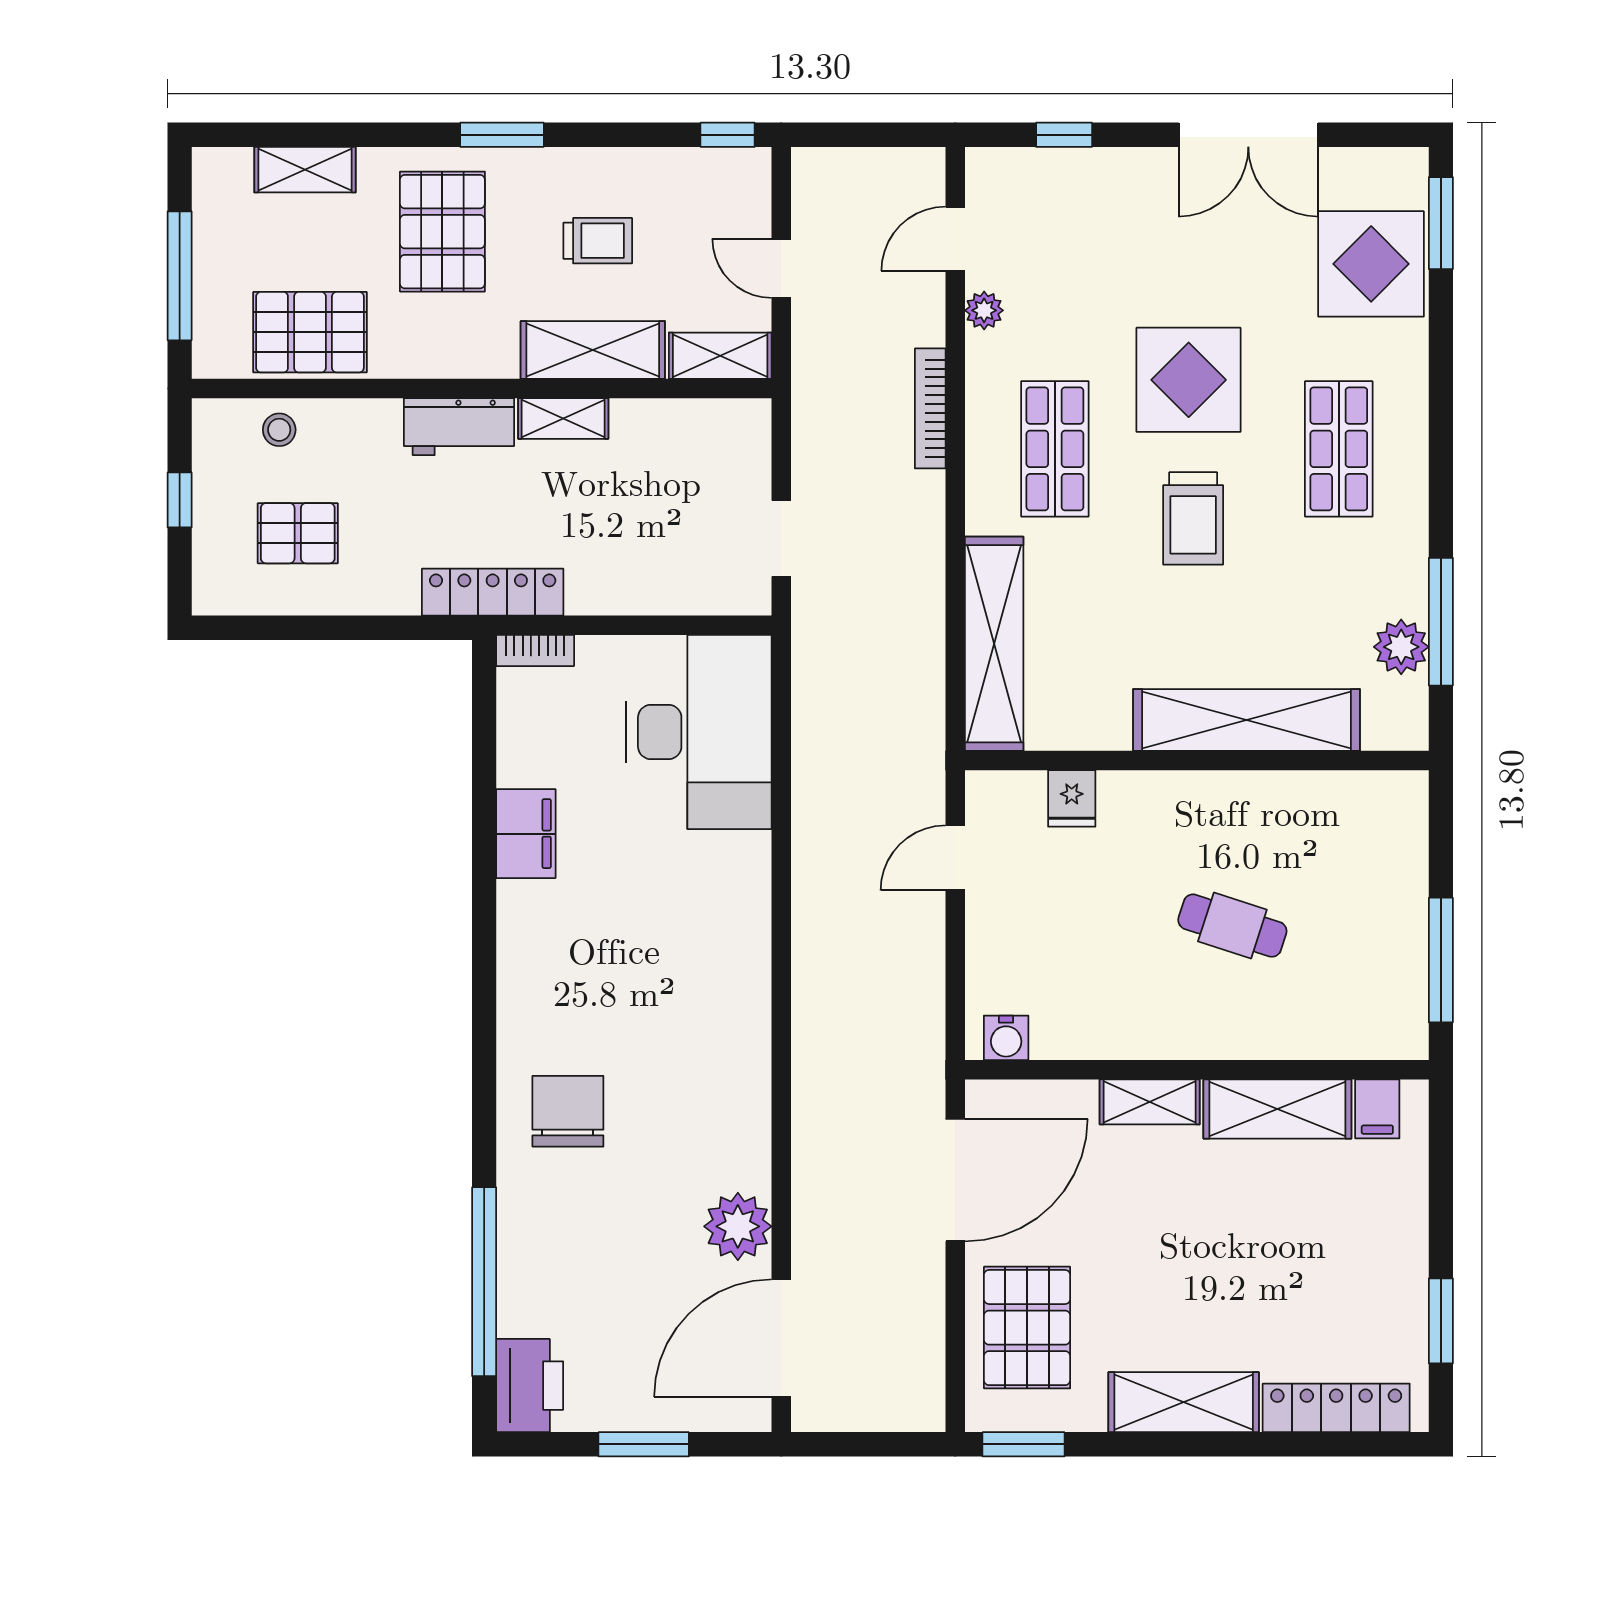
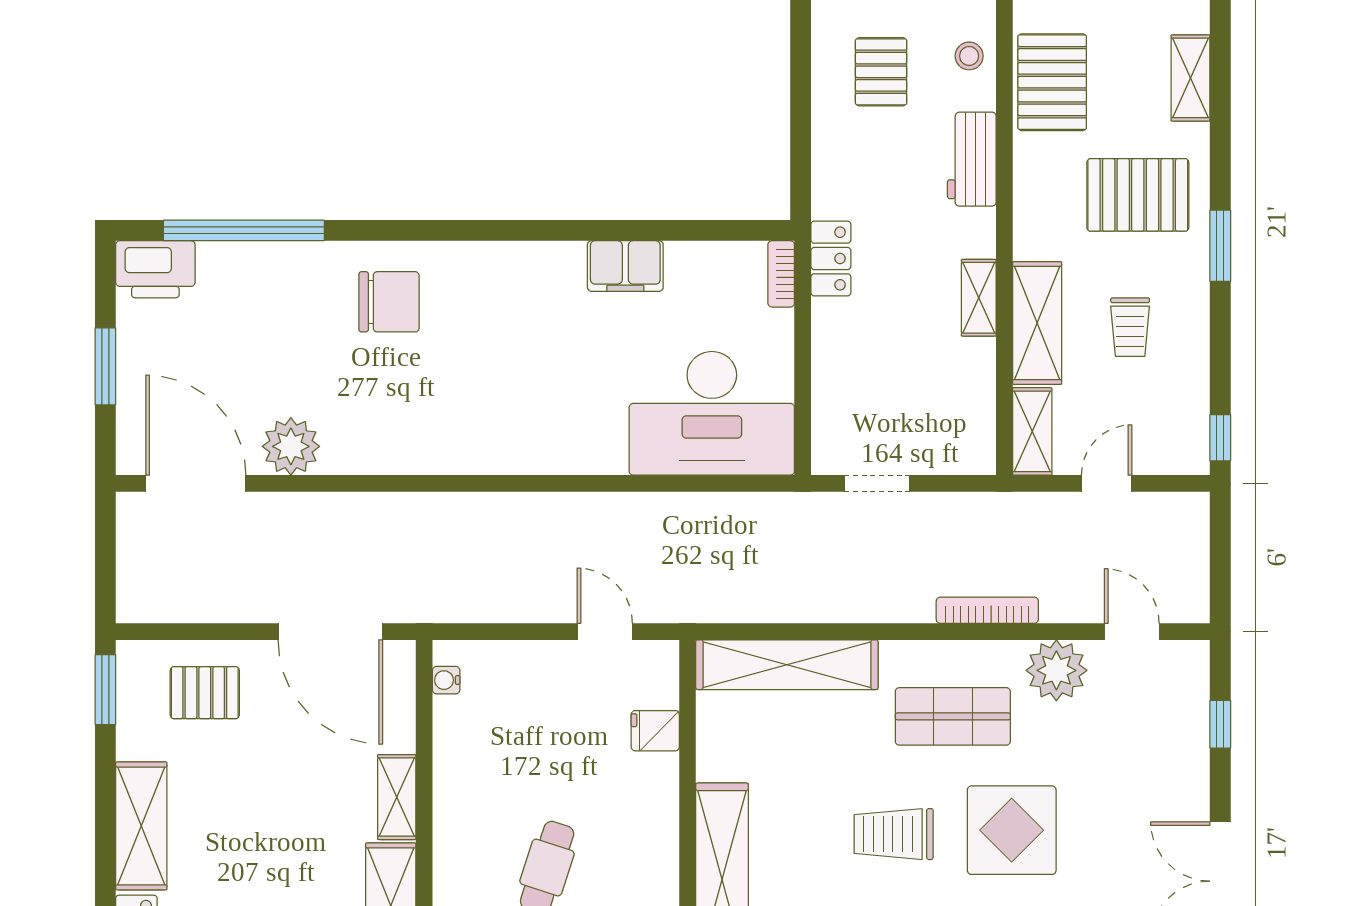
plant: (984, 310) -> (1056, 670), width x1.88, depth x1.88
workbench: (459, 427) -> (972, 159), moved
locker: (493, 592) -> (831, 258), width x0.66
water cooler: (1006, 1038) -> (446, 680), width x0.72, depth x0.72
pallet: (1027, 1328) -> (205, 693), width x0.67, depth x0.71

